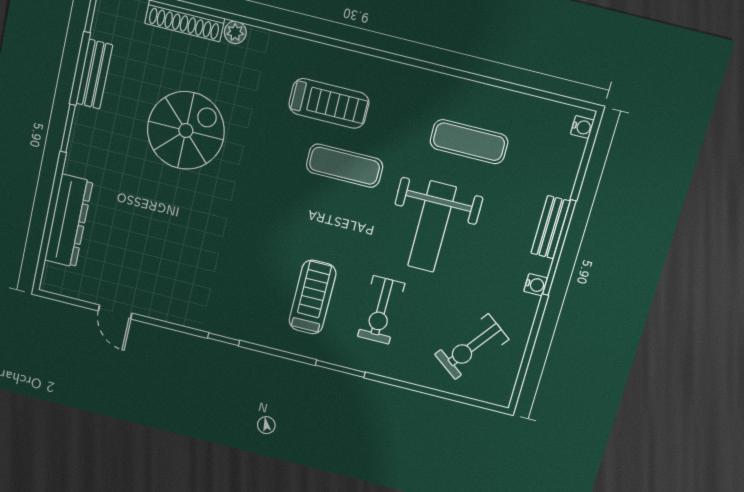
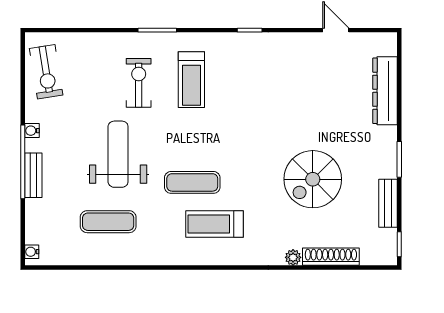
exercise bike: (472, 347) -> (46, 72), moved, turned 134

